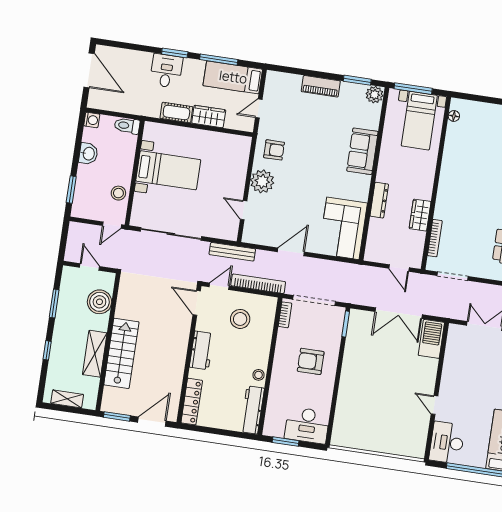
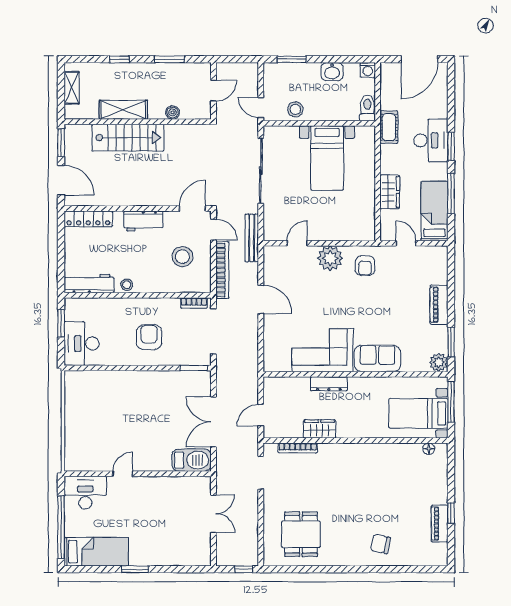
desk: (166, 71) -> (431, 140), width x1.37
cot: (176, 113) -> (389, 127), moved
corner sofa: (343, 228) -> (322, 350), moved
boiler: (99, 302) -> (173, 112), width x0.54, depth x0.54

